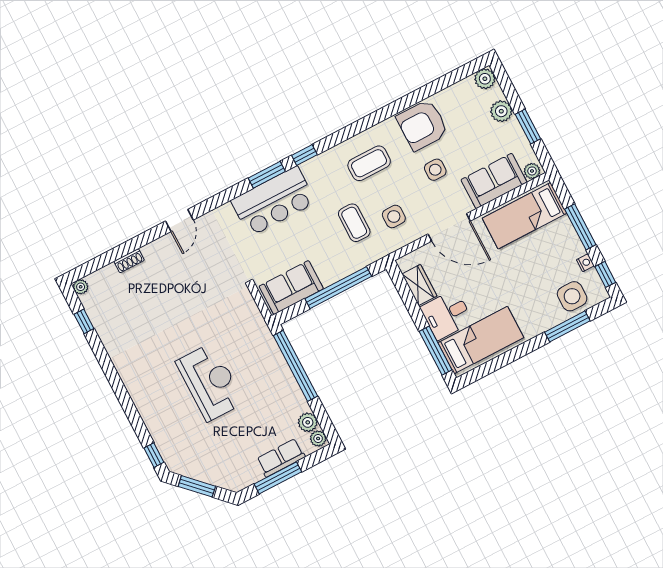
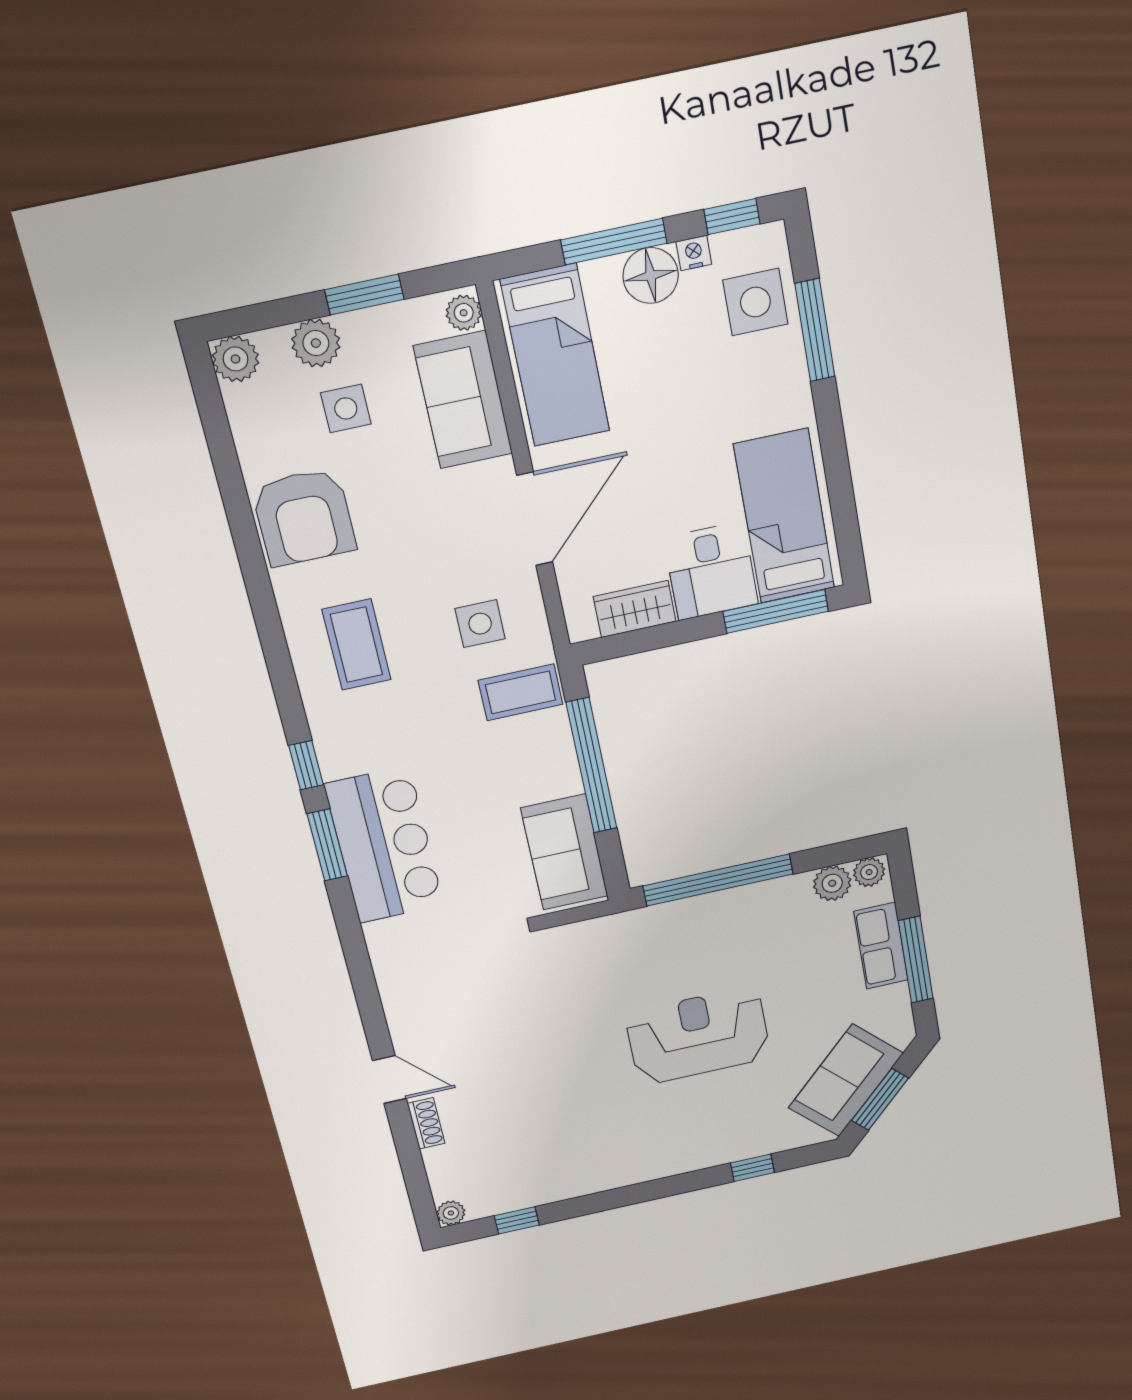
side table: (435, 170) -> (346, 408), moved
door: (179, 220) -> (389, 1080), moved
coffee table: (354, 223) -> (521, 692), moved
floor lamp: (570, 247) -> (651, 276), added
window: (154, 455) -> (752, 1168), moved
sofa: (203, 465) -> (846, 1080), added

